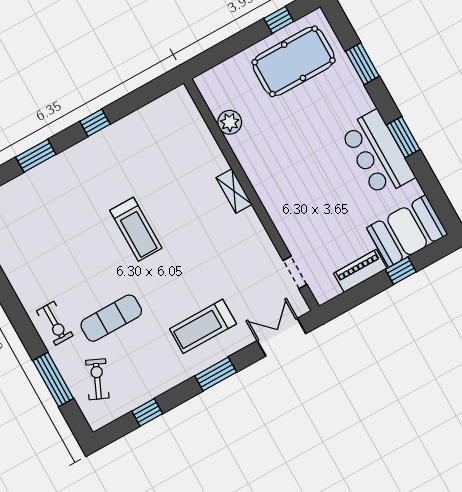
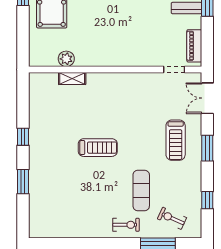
shelving: (234, 191) -> (72, 78), moved
piano: (360, 271) -> (194, 46), moved

